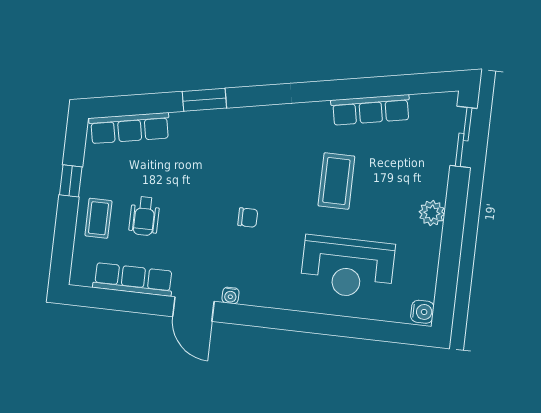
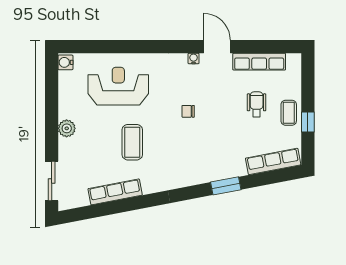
coffee table: (98, 218) -> (289, 113), moved

